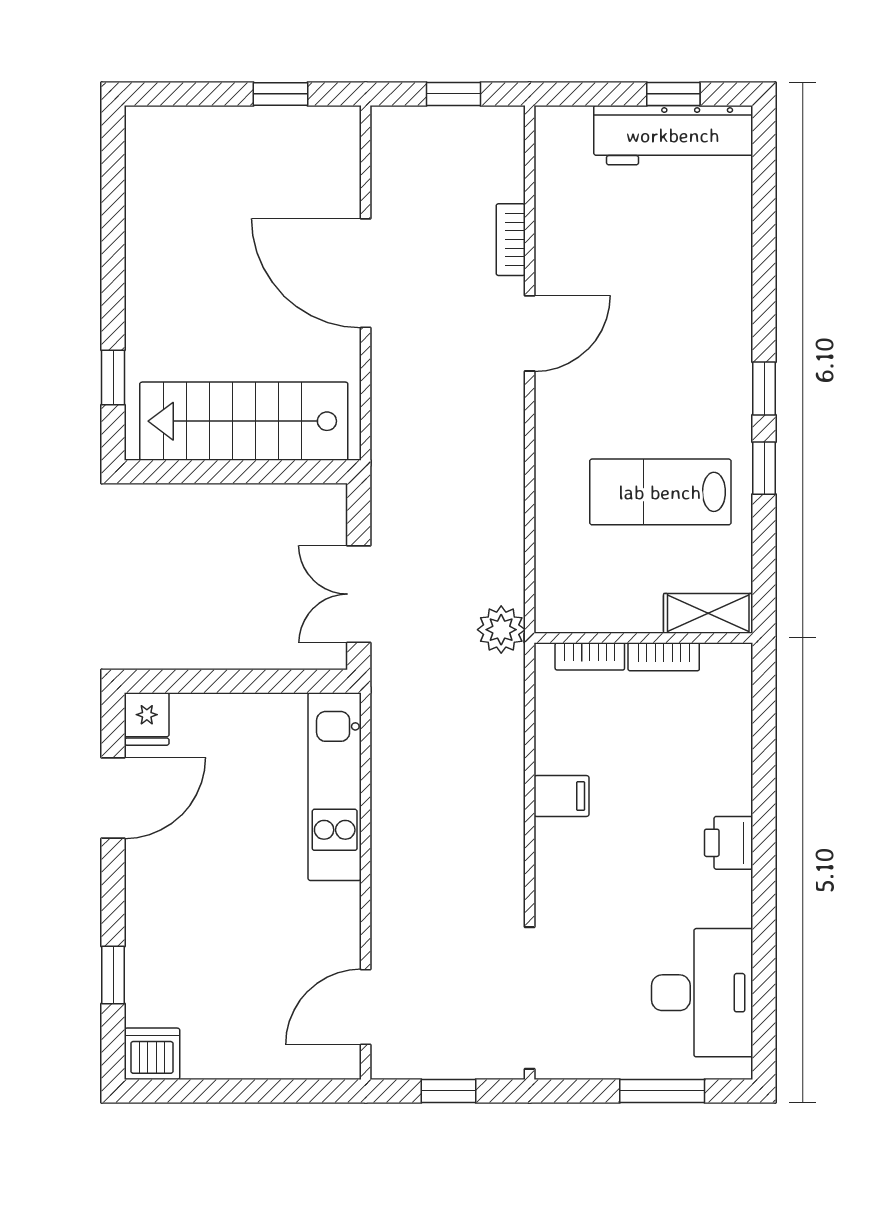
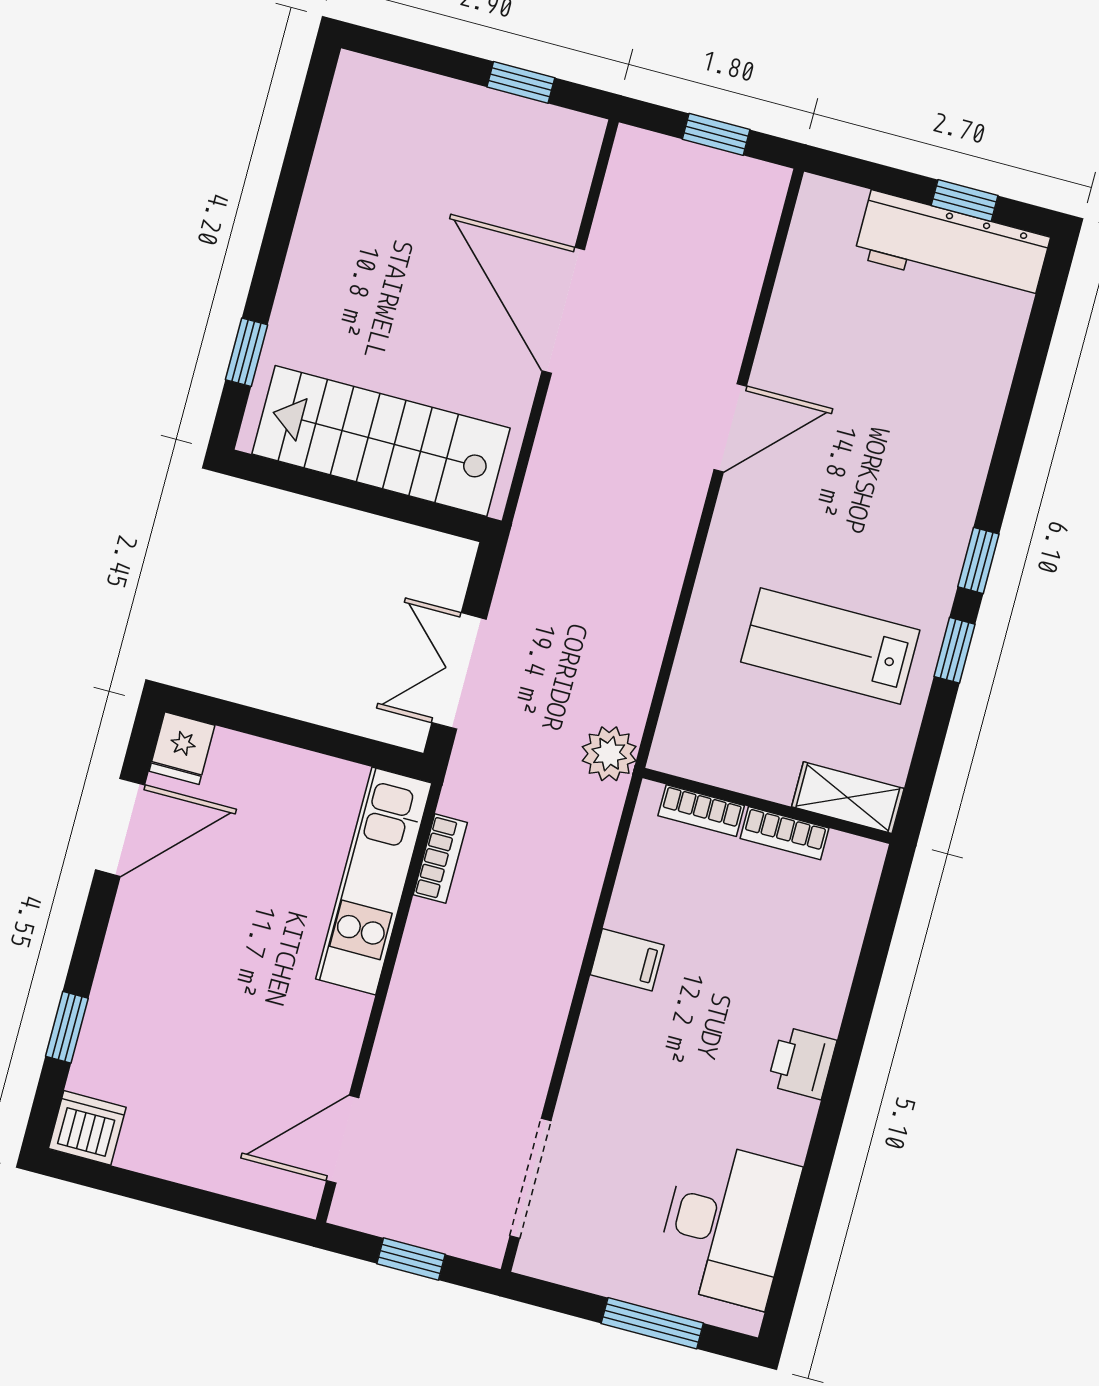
bookcase: (511, 240) -> (440, 859), moved, turned 180
doorway: (530, 998) -> (530, 1178), width x0.73

